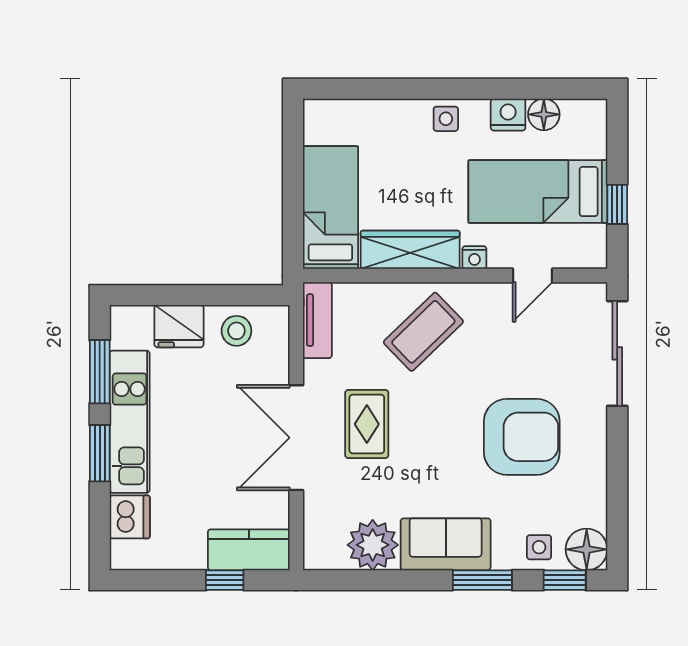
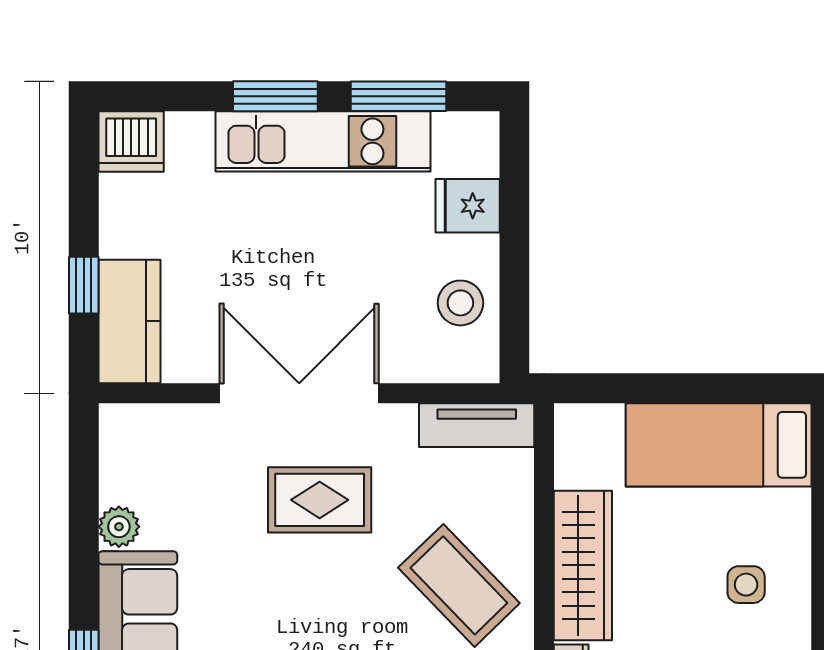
side table: (446, 119) -> (746, 585), moved
bed: (330, 208) -> (719, 445), moved, turned 180
fridge: (179, 326) -> (468, 206), width x0.72
dishwasher: (130, 517) -> (131, 141), moved
plant: (373, 545) -> (119, 527), width x0.53, depth x0.53

